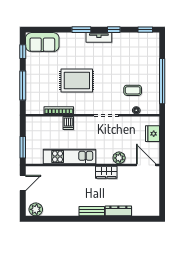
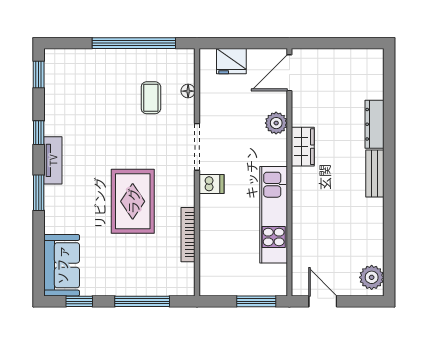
dishwasher: (68, 123) -> (212, 184), moved

